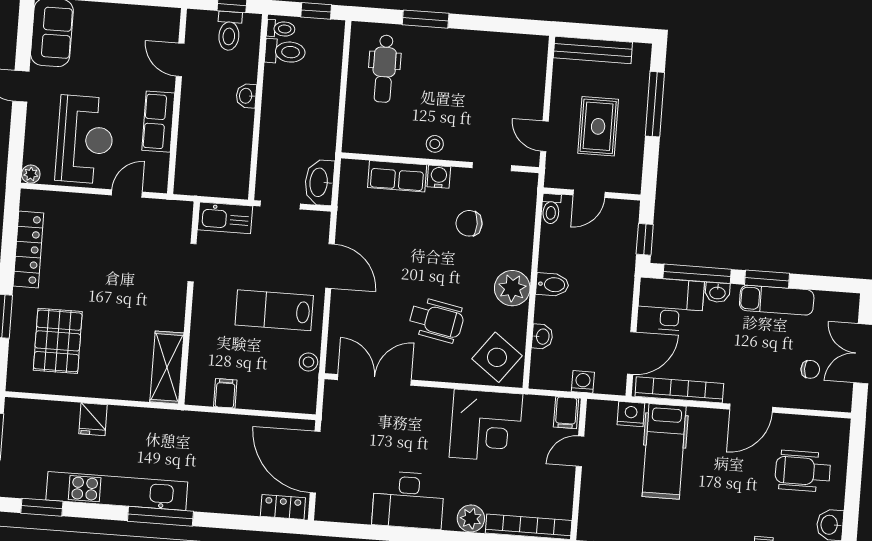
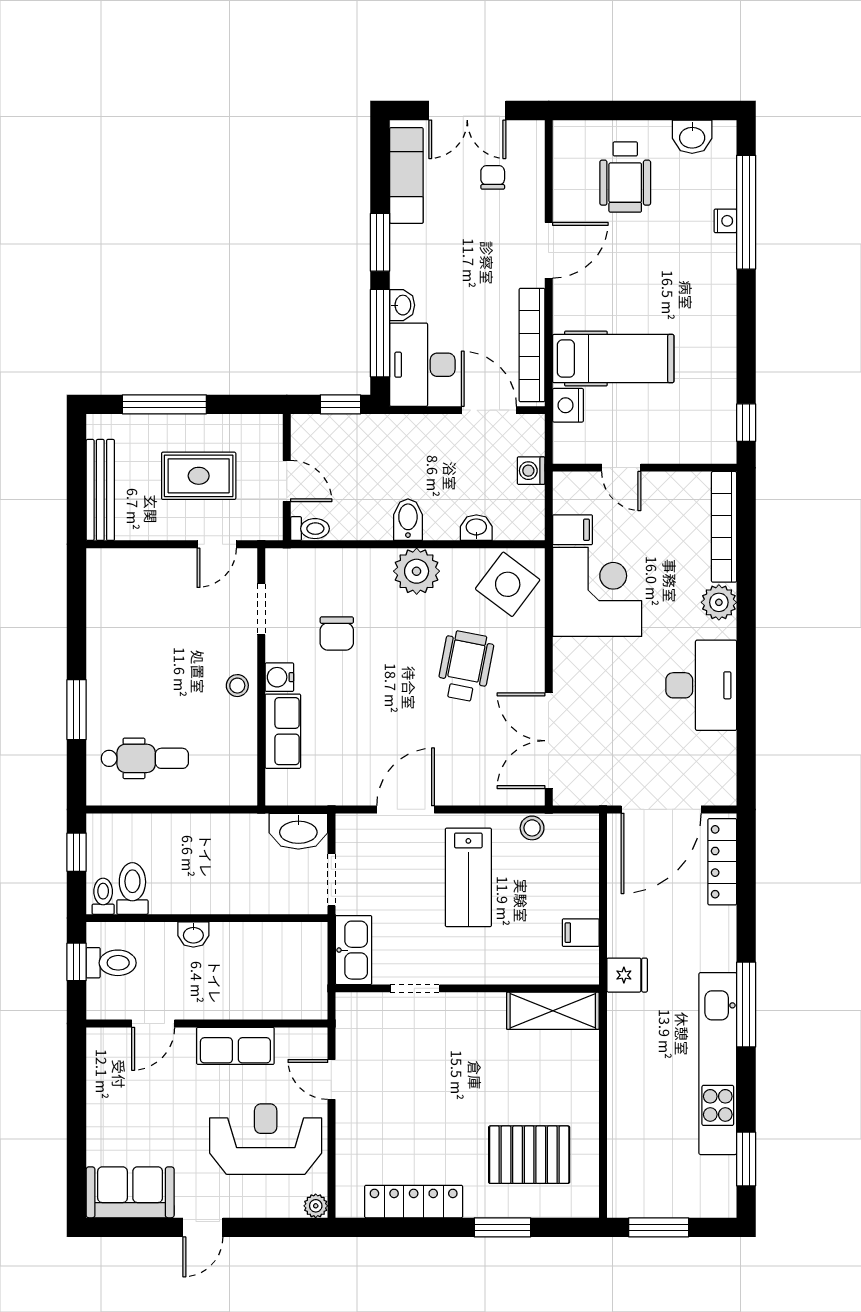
exam couch: (777, 300) -> (406, 175), moved
door: (751, 408) -> (549, 250), hinge flipped
filing cabinet: (566, 413) -> (573, 530), moved
fridge: (93, 419) -> (627, 975), moved
locker: (283, 507) -> (722, 862), width x1.53

